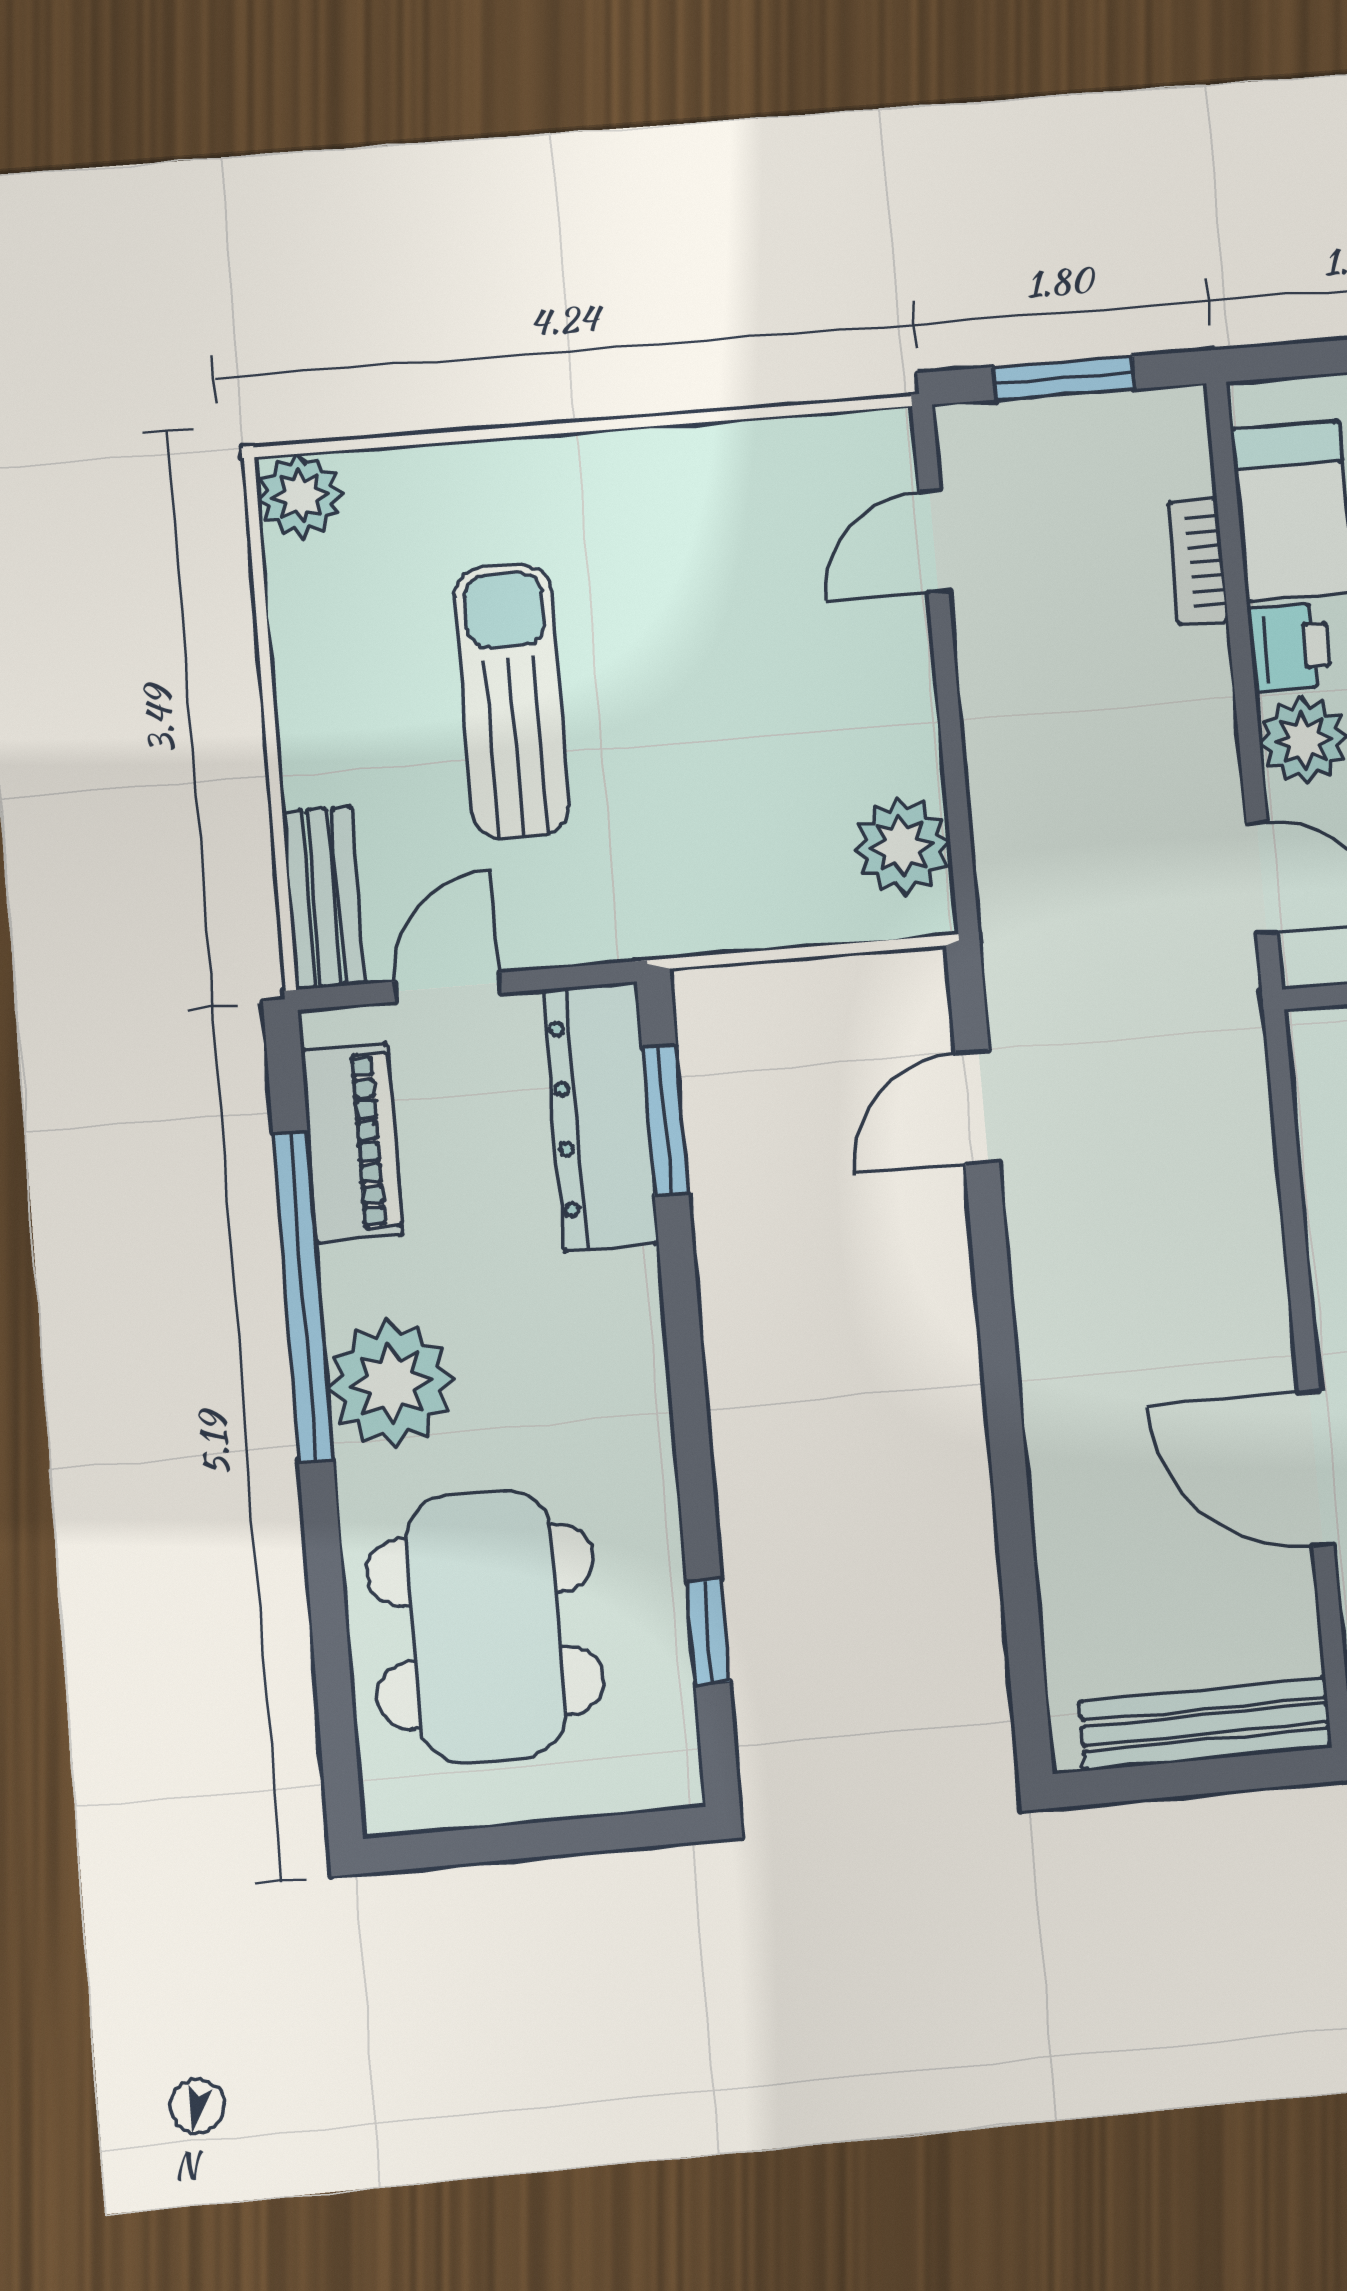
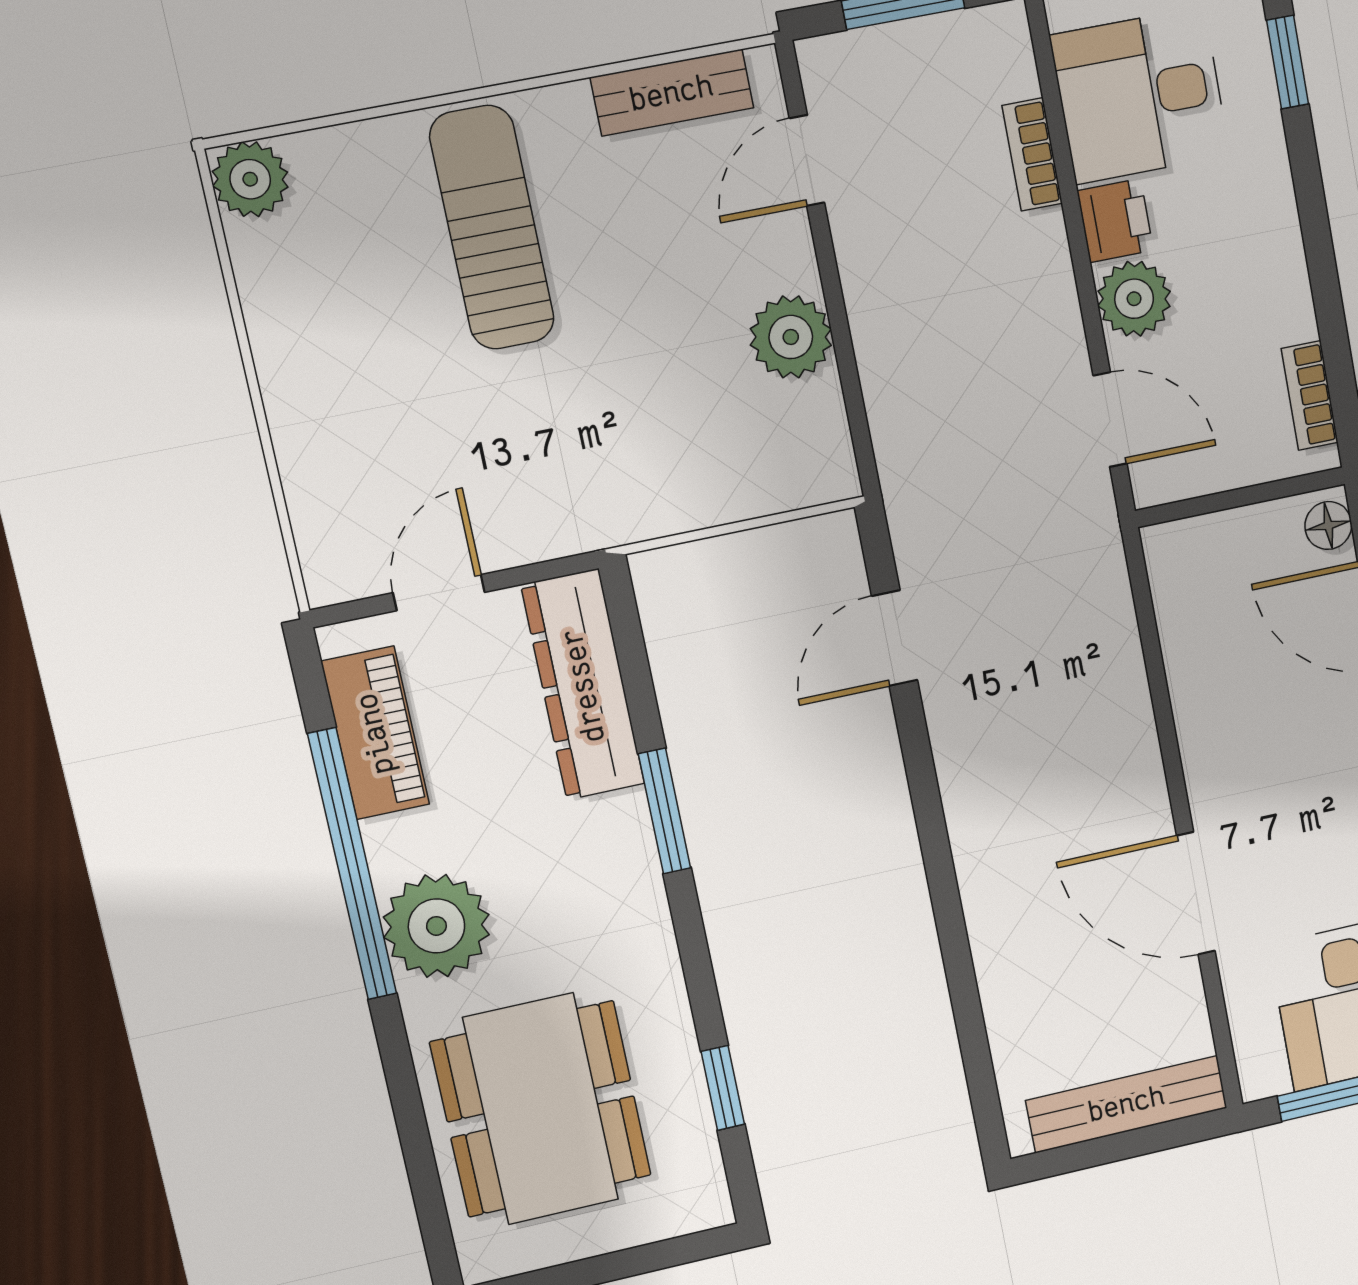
sun lounger: (512, 701) -> (492, 228), moved
plant: (902, 846) -> (791, 337), moved
bench: (323, 898) -> (672, 93), moved, turned 90
window: (665, 1120) -> (665, 811), moved

